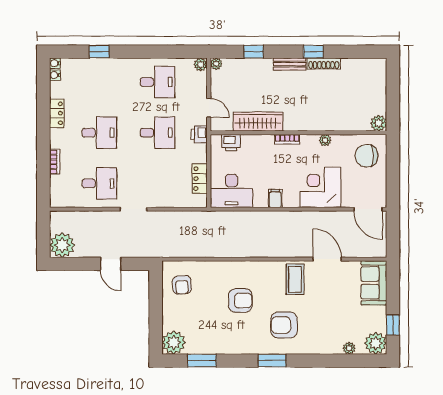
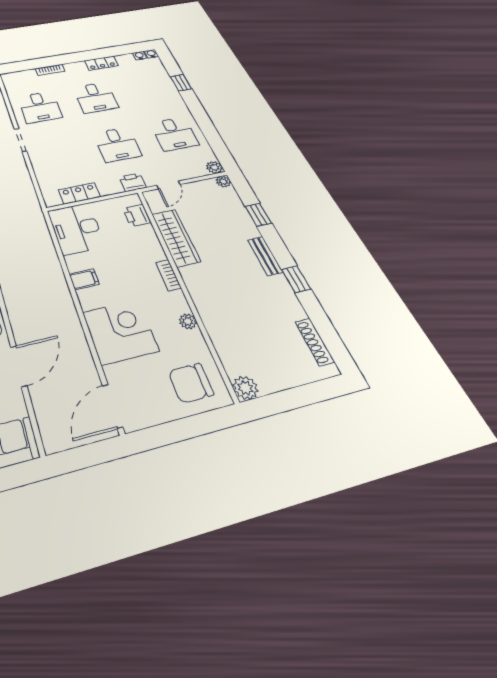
shoe rack: (324, 64) -> (315, 342), moved
chair: (367, 156) -> (191, 383), turned -90

